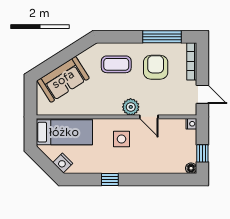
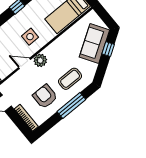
window: (162, 37) -> (71, 105), moved
window: (54, 63) -> (108, 49), added
armchair: (156, 67) -> (45, 96), turned 180

